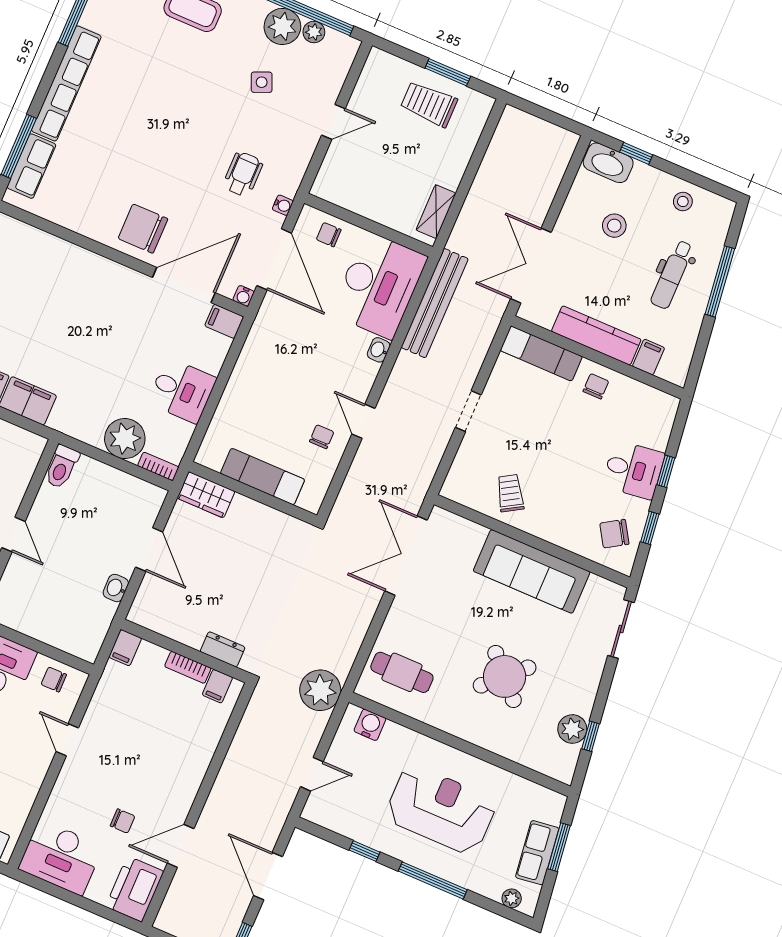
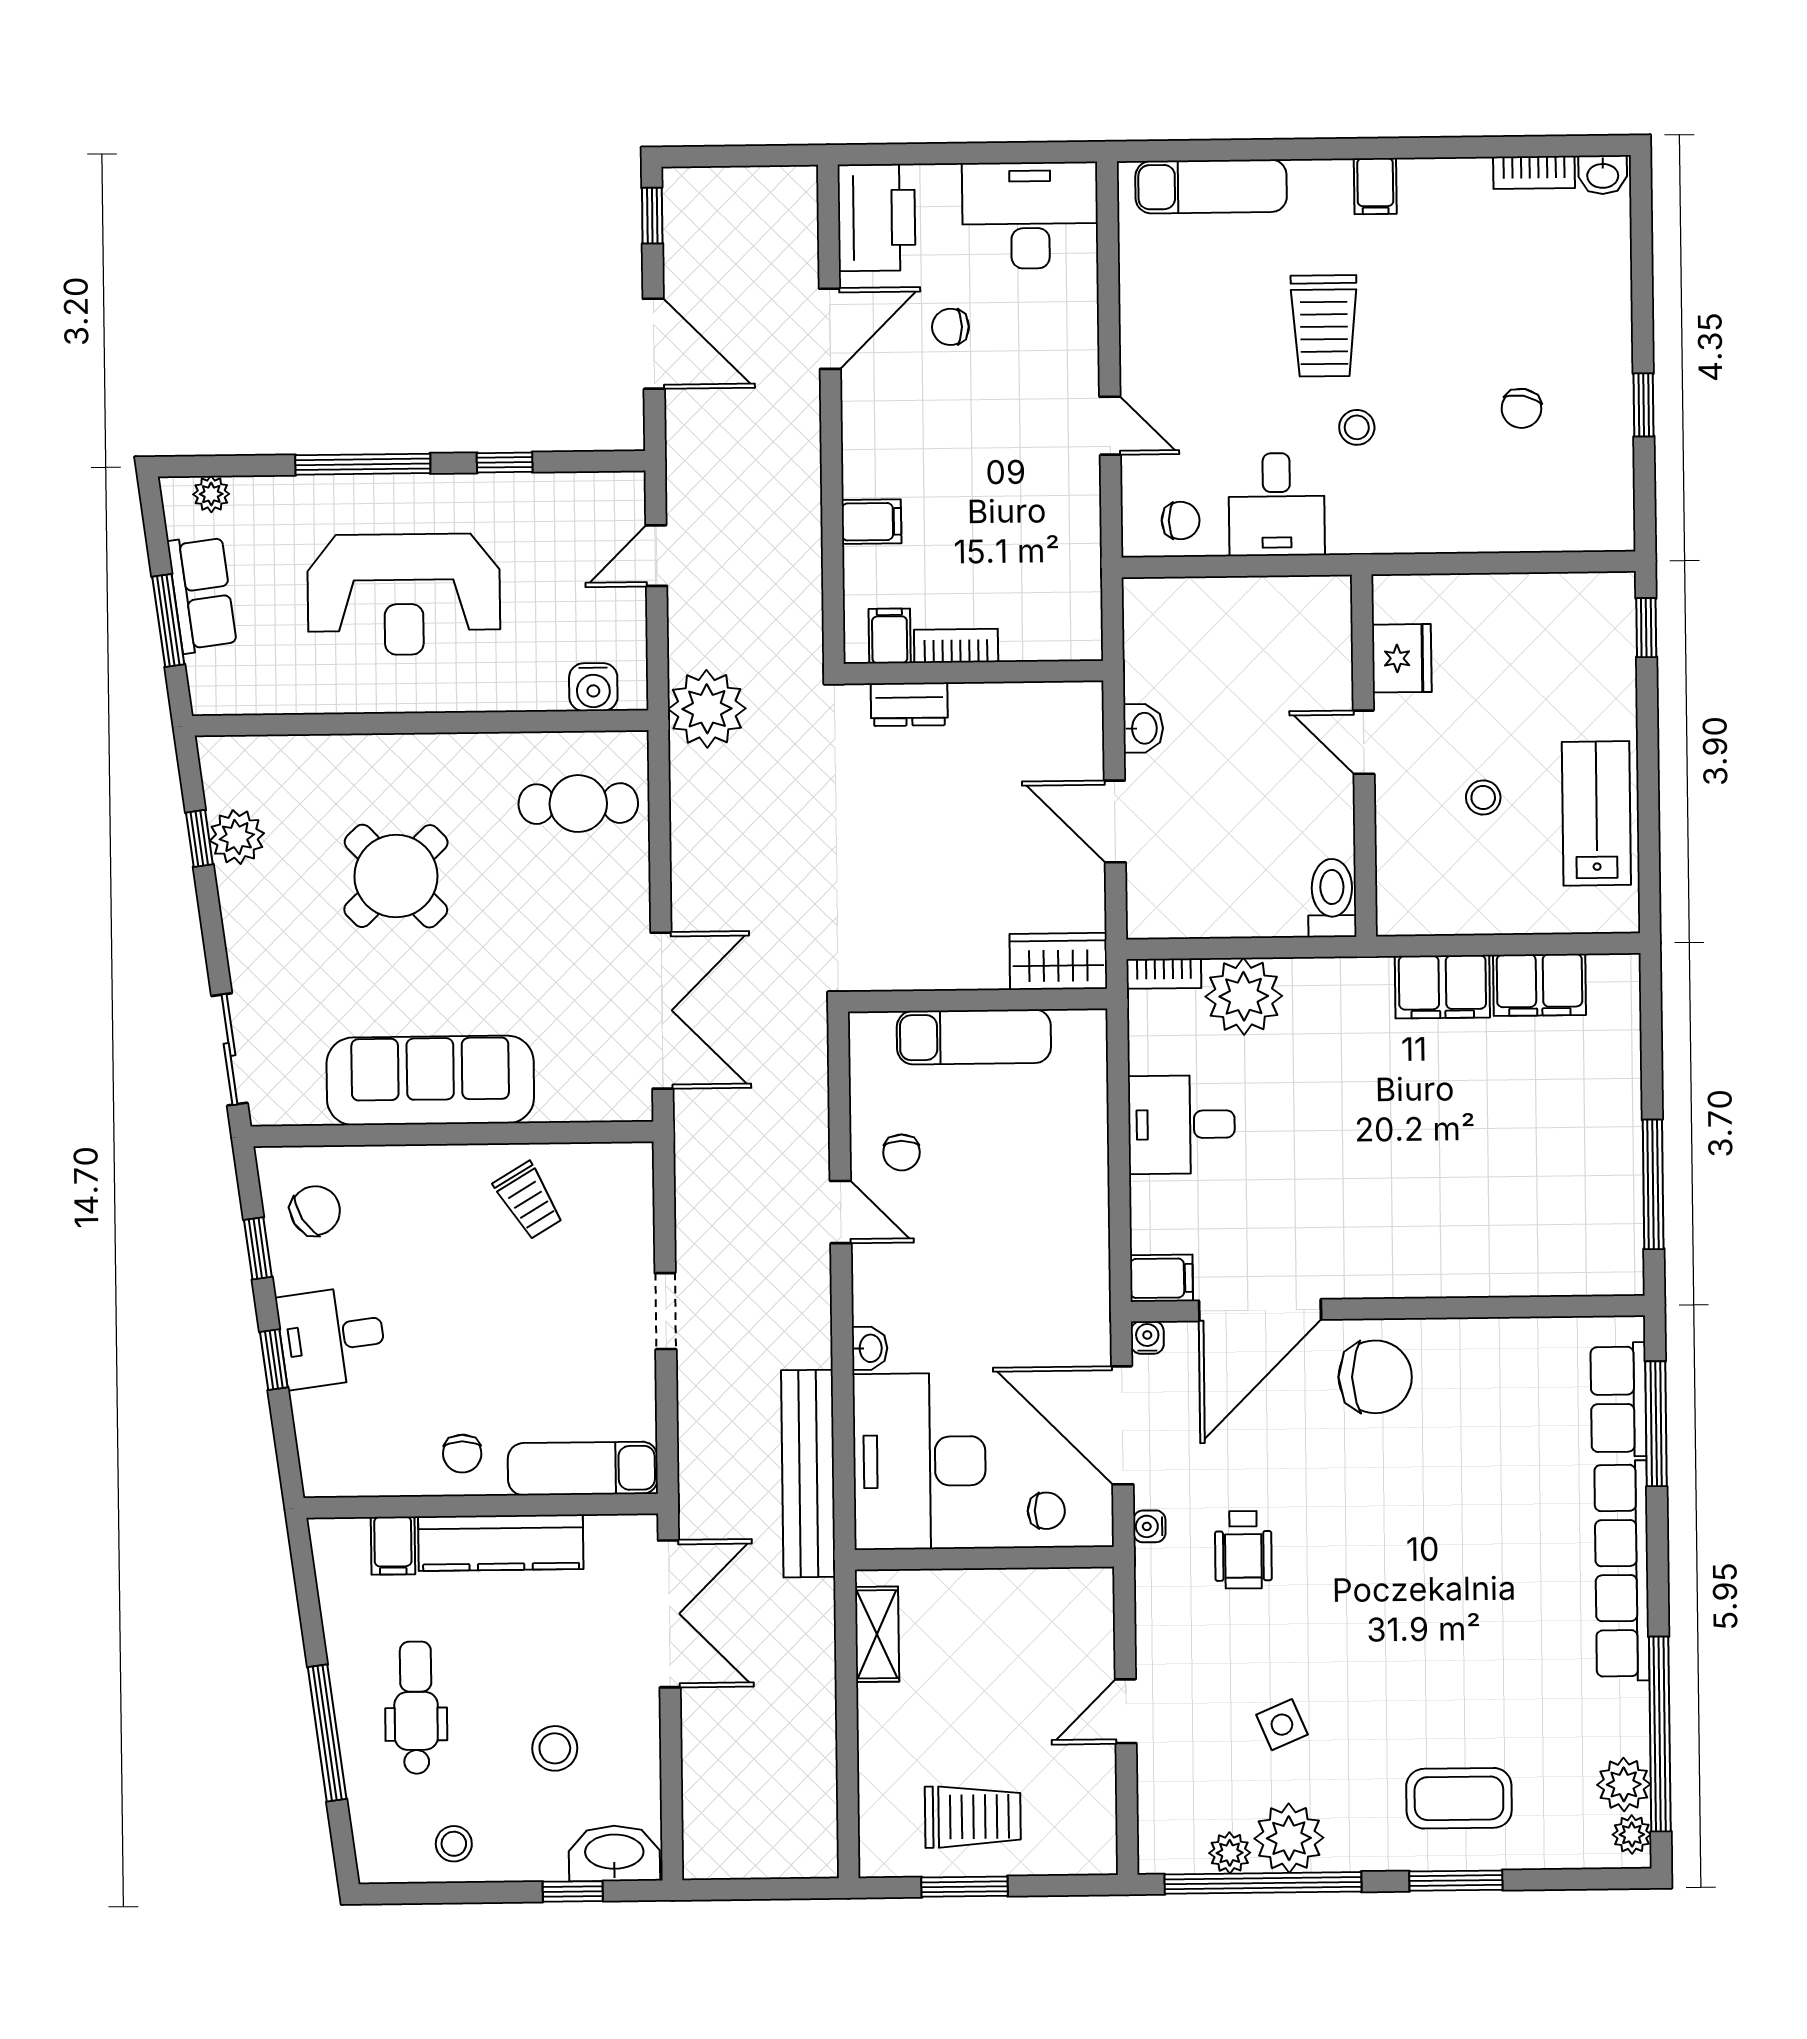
filing cabinet: (125, 648) -> (871, 522), moved, turned 90

